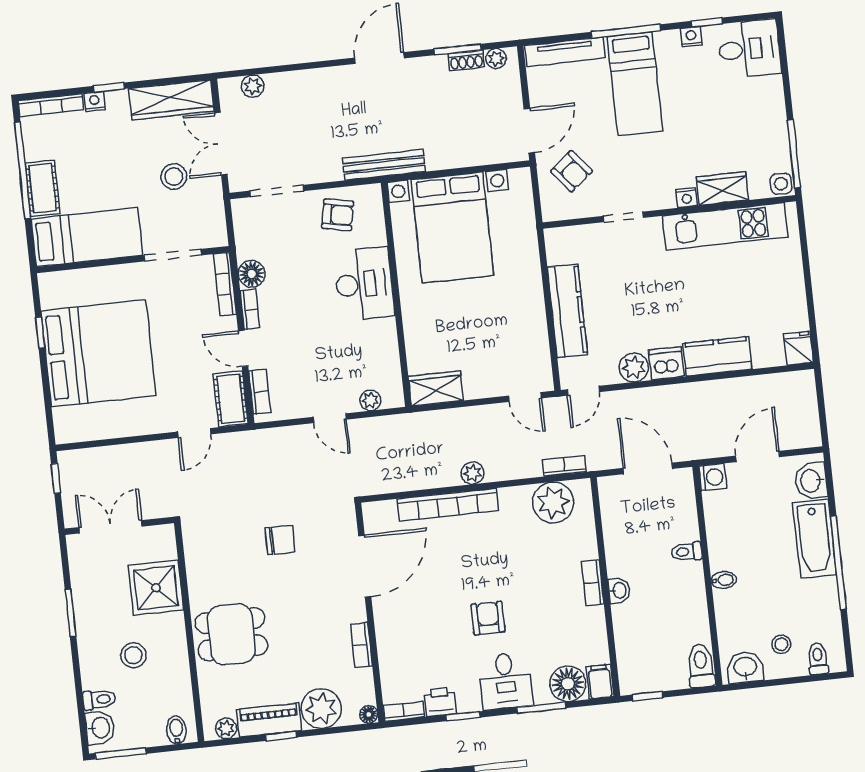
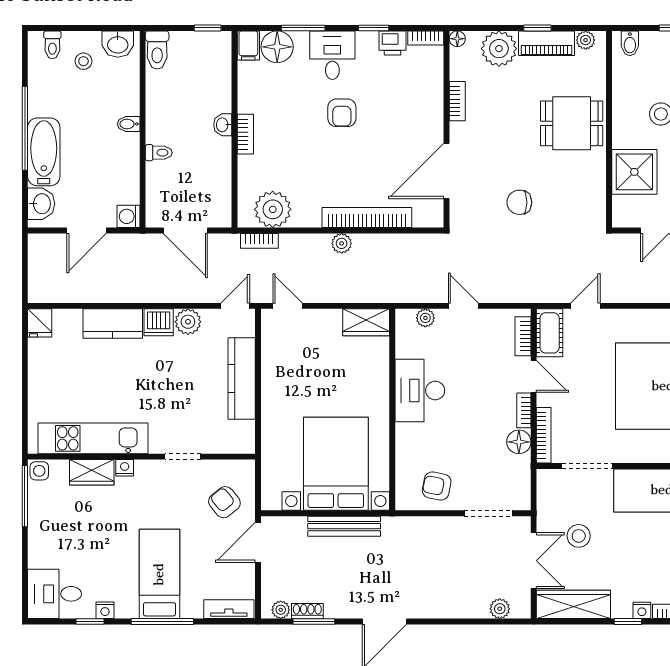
tv unit: (565, 52) -> (229, 609), width x0.71
bench: (384, 165) -> (344, 526), moved
desk: (364, 284) -> (420, 391), moved

